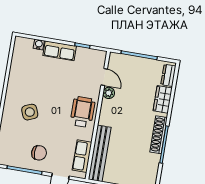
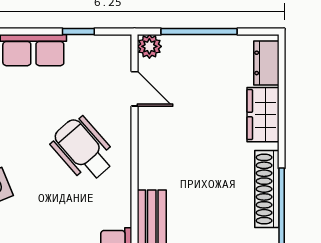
plant: (109, 93) -> (149, 46), moved
wheelchair: (83, 112) -> (83, 149), moved, turned -41

